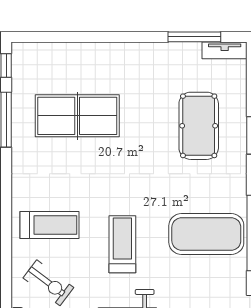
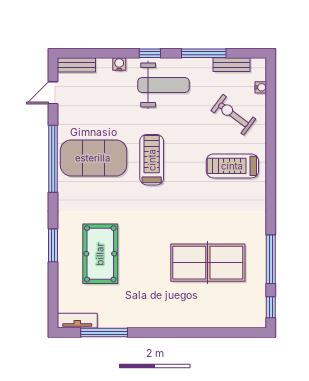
treadmill: (122, 244) -> (152, 160), moved, turned 180

